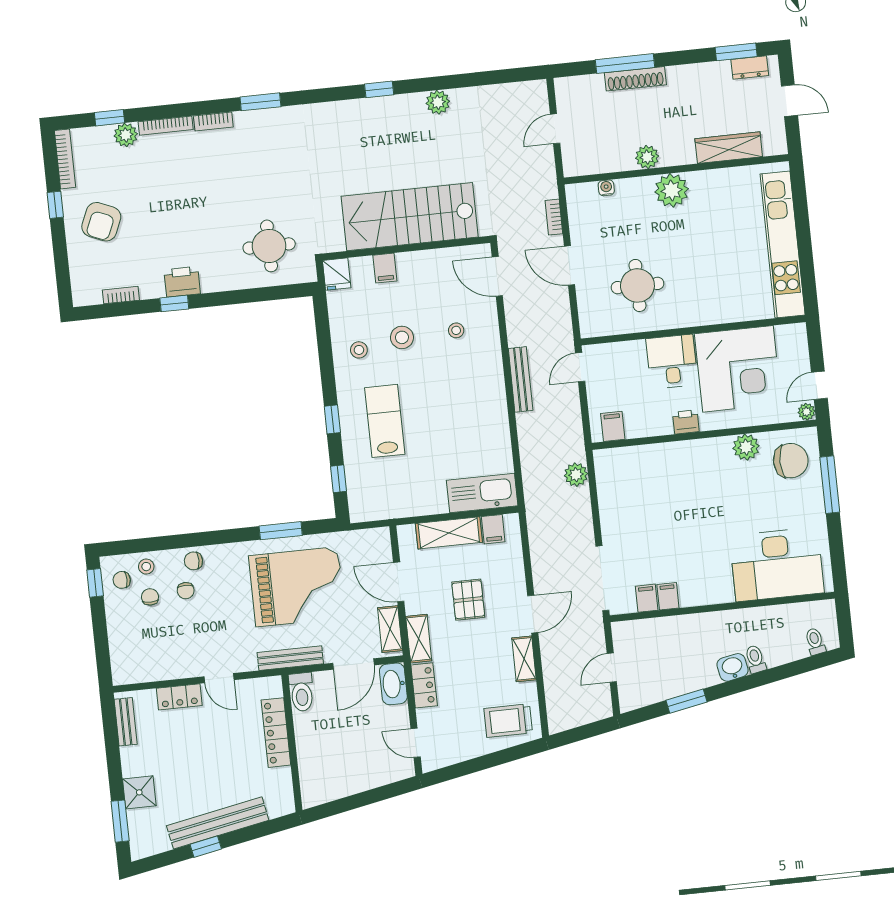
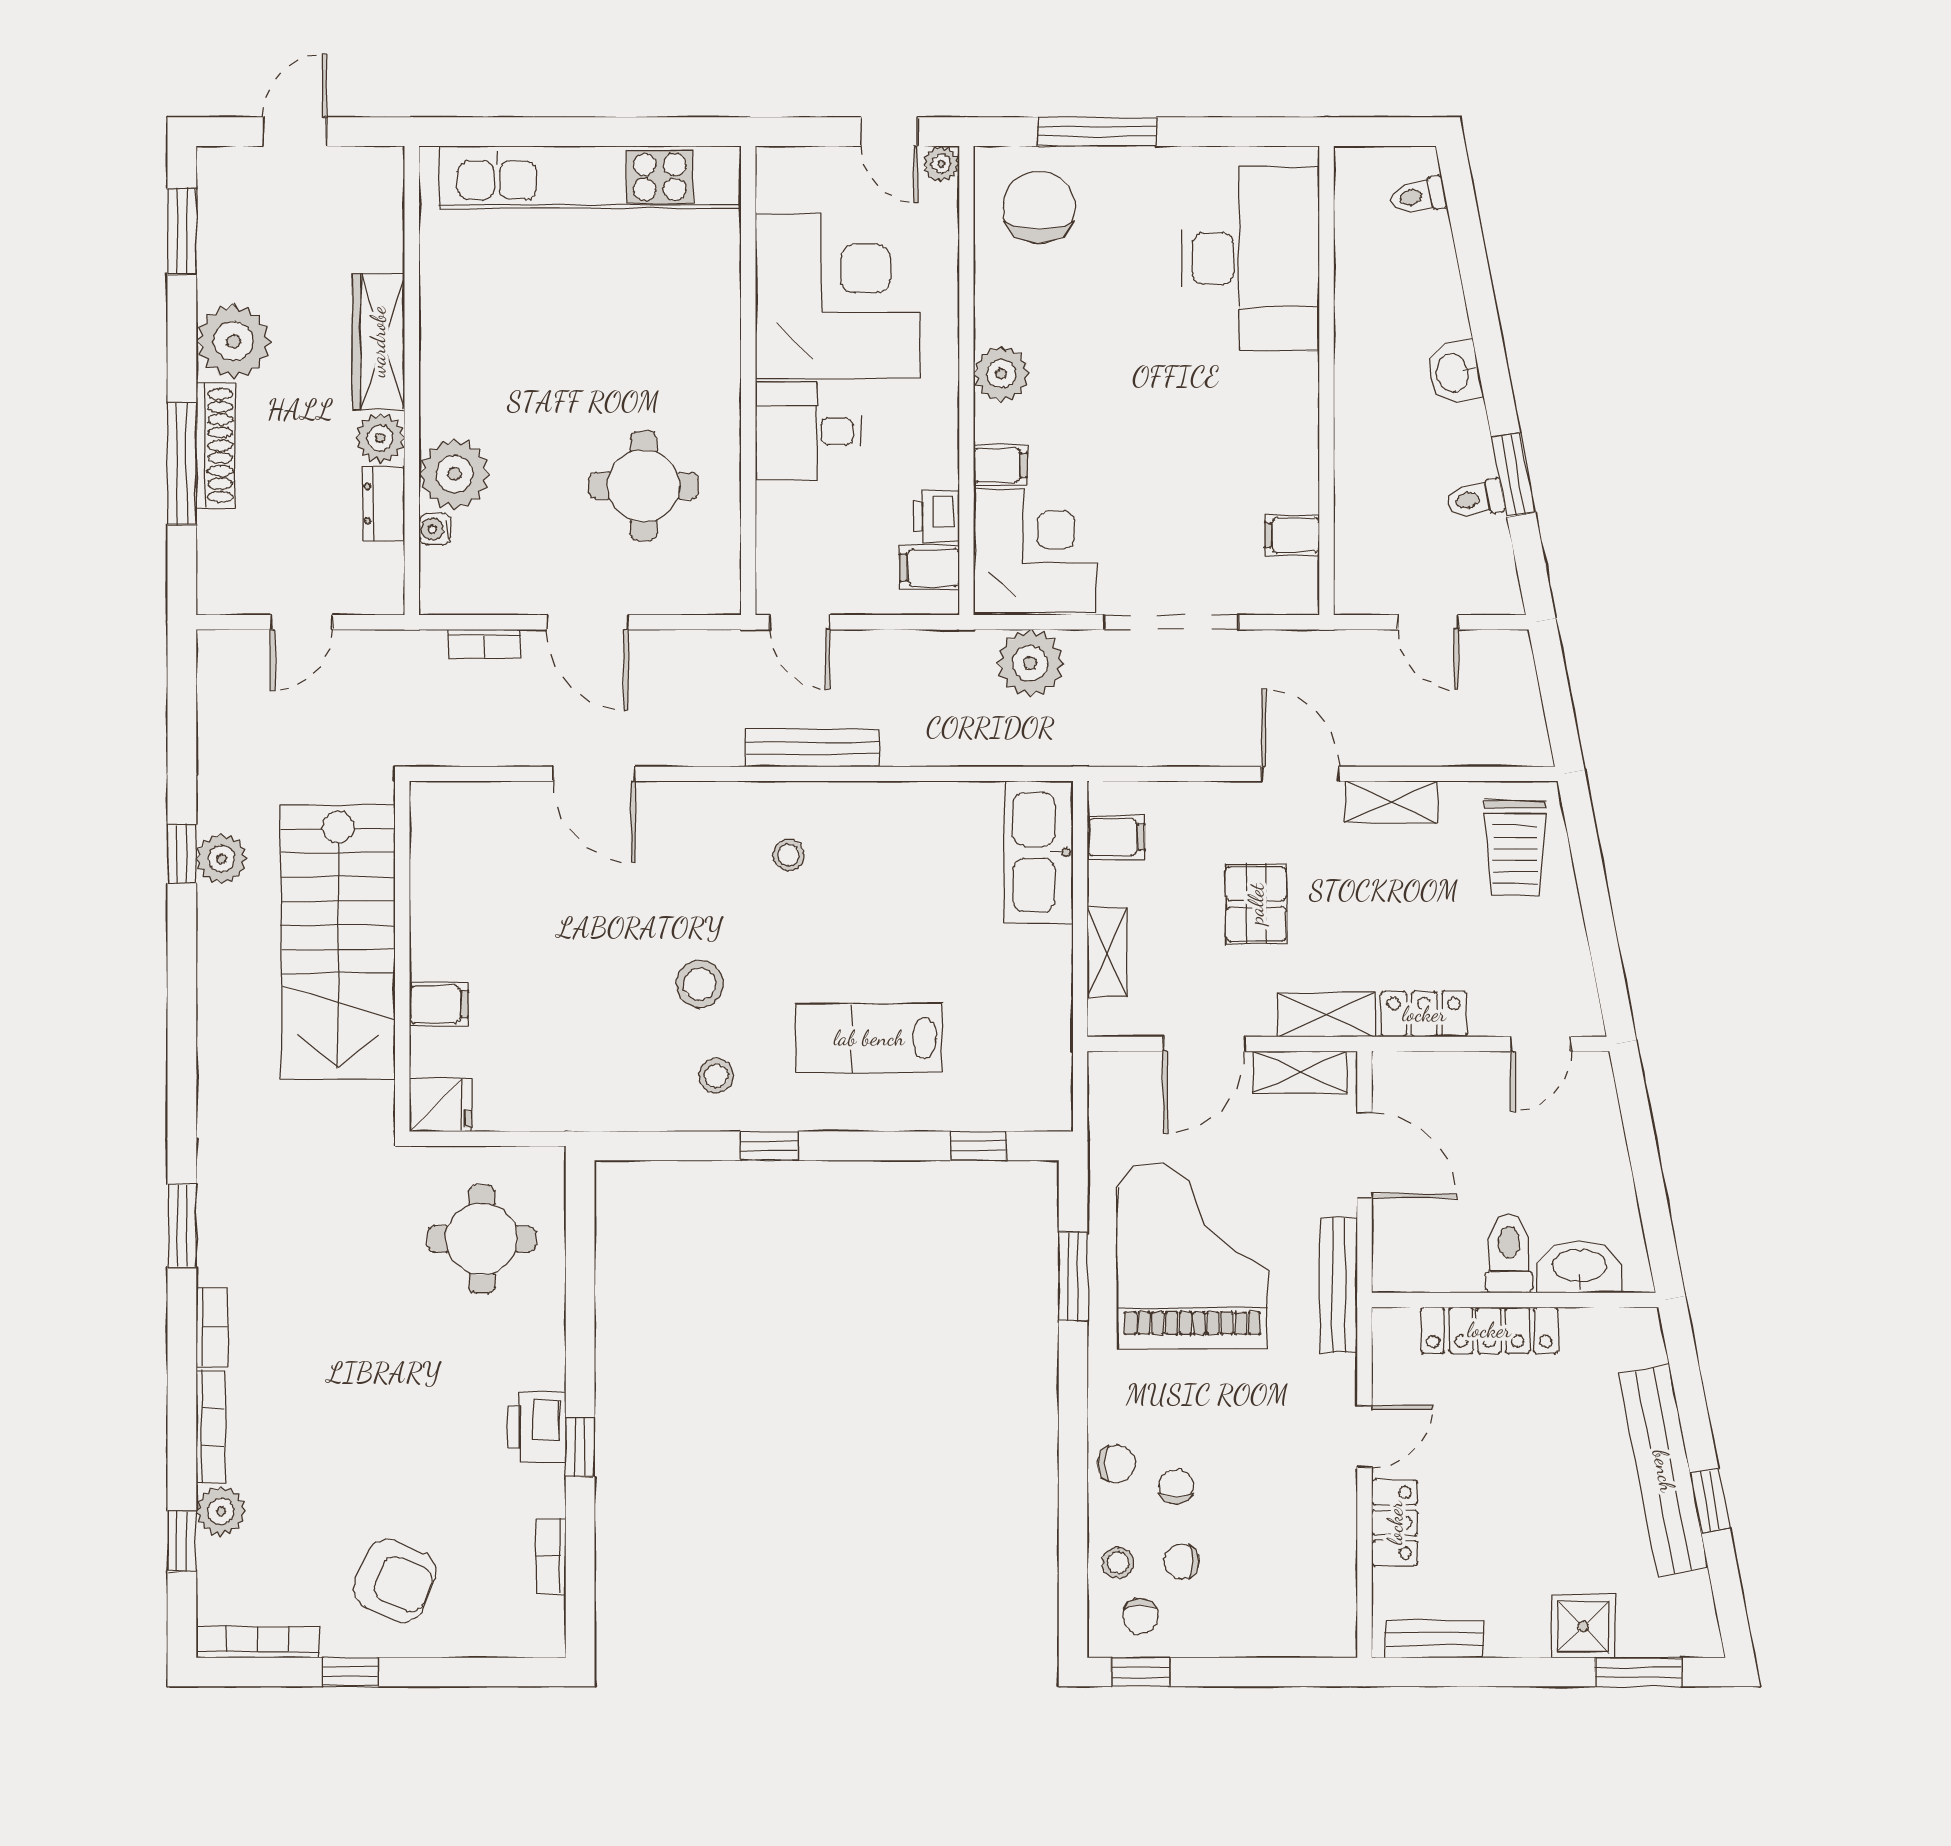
dresser: (750, 67) -> (384, 504), moved, turned 180
plant: (686, 82) -> (234, 341), added
window: (379, 89) -> (182, 854), moved
door: (555, 129) -> (301, 622), hinge flipped
wardrobe: (729, 148) -> (378, 342), moved
plant: (672, 190) -> (454, 474), moved
stairs: (410, 217) -> (338, 942), moved
wall: (406, 248) -> (402, 956), moved
door: (569, 265) -> (587, 622), hinge flipped
filing cabinet: (385, 268) -> (439, 1004), moved
fridge: (337, 274) -> (441, 1105), moved
door: (497, 276) -> (594, 774), hinge flipped
stool: (456, 330) -> (789, 855), moved
window: (332, 419) -> (769, 1146), moved
printer: (686, 422) -> (936, 516), moved
plant: (746, 447) -> (1001, 374), moved
plant: (576, 475) -> (1030, 663), width x1.36, depth x1.36
corner desk: (626, 476) -> (1035, 551), added
shelving: (449, 533) -> (1107, 952), width x0.67, depth x0.75
chair: (193, 561) -> (1116, 1464), turned -90
doorway: (602, 578) -> (1171, 622), moved
chair: (186, 591) -> (1176, 1486), turned -90
filing cabinet: (668, 596) -> (1000, 465), moved, turned 180
pallet: (468, 600) -> (1256, 904), turned 90
toilet: (755, 659) -> (1475, 499), moved
washbasin: (393, 684) -> (1579, 1267), moved, turned 180
toilet: (302, 692) -> (1509, 1253), moved, turned -90

